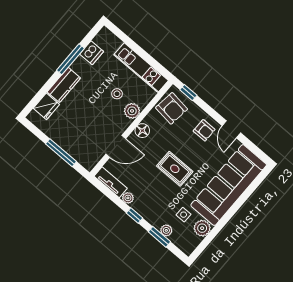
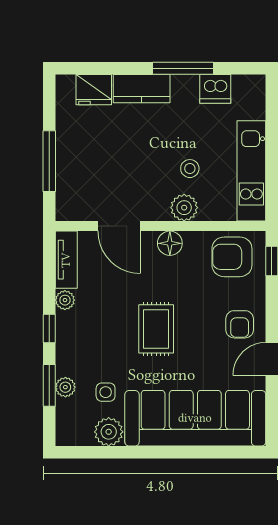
armchair: (172, 108) -> (232, 257), turned 83

